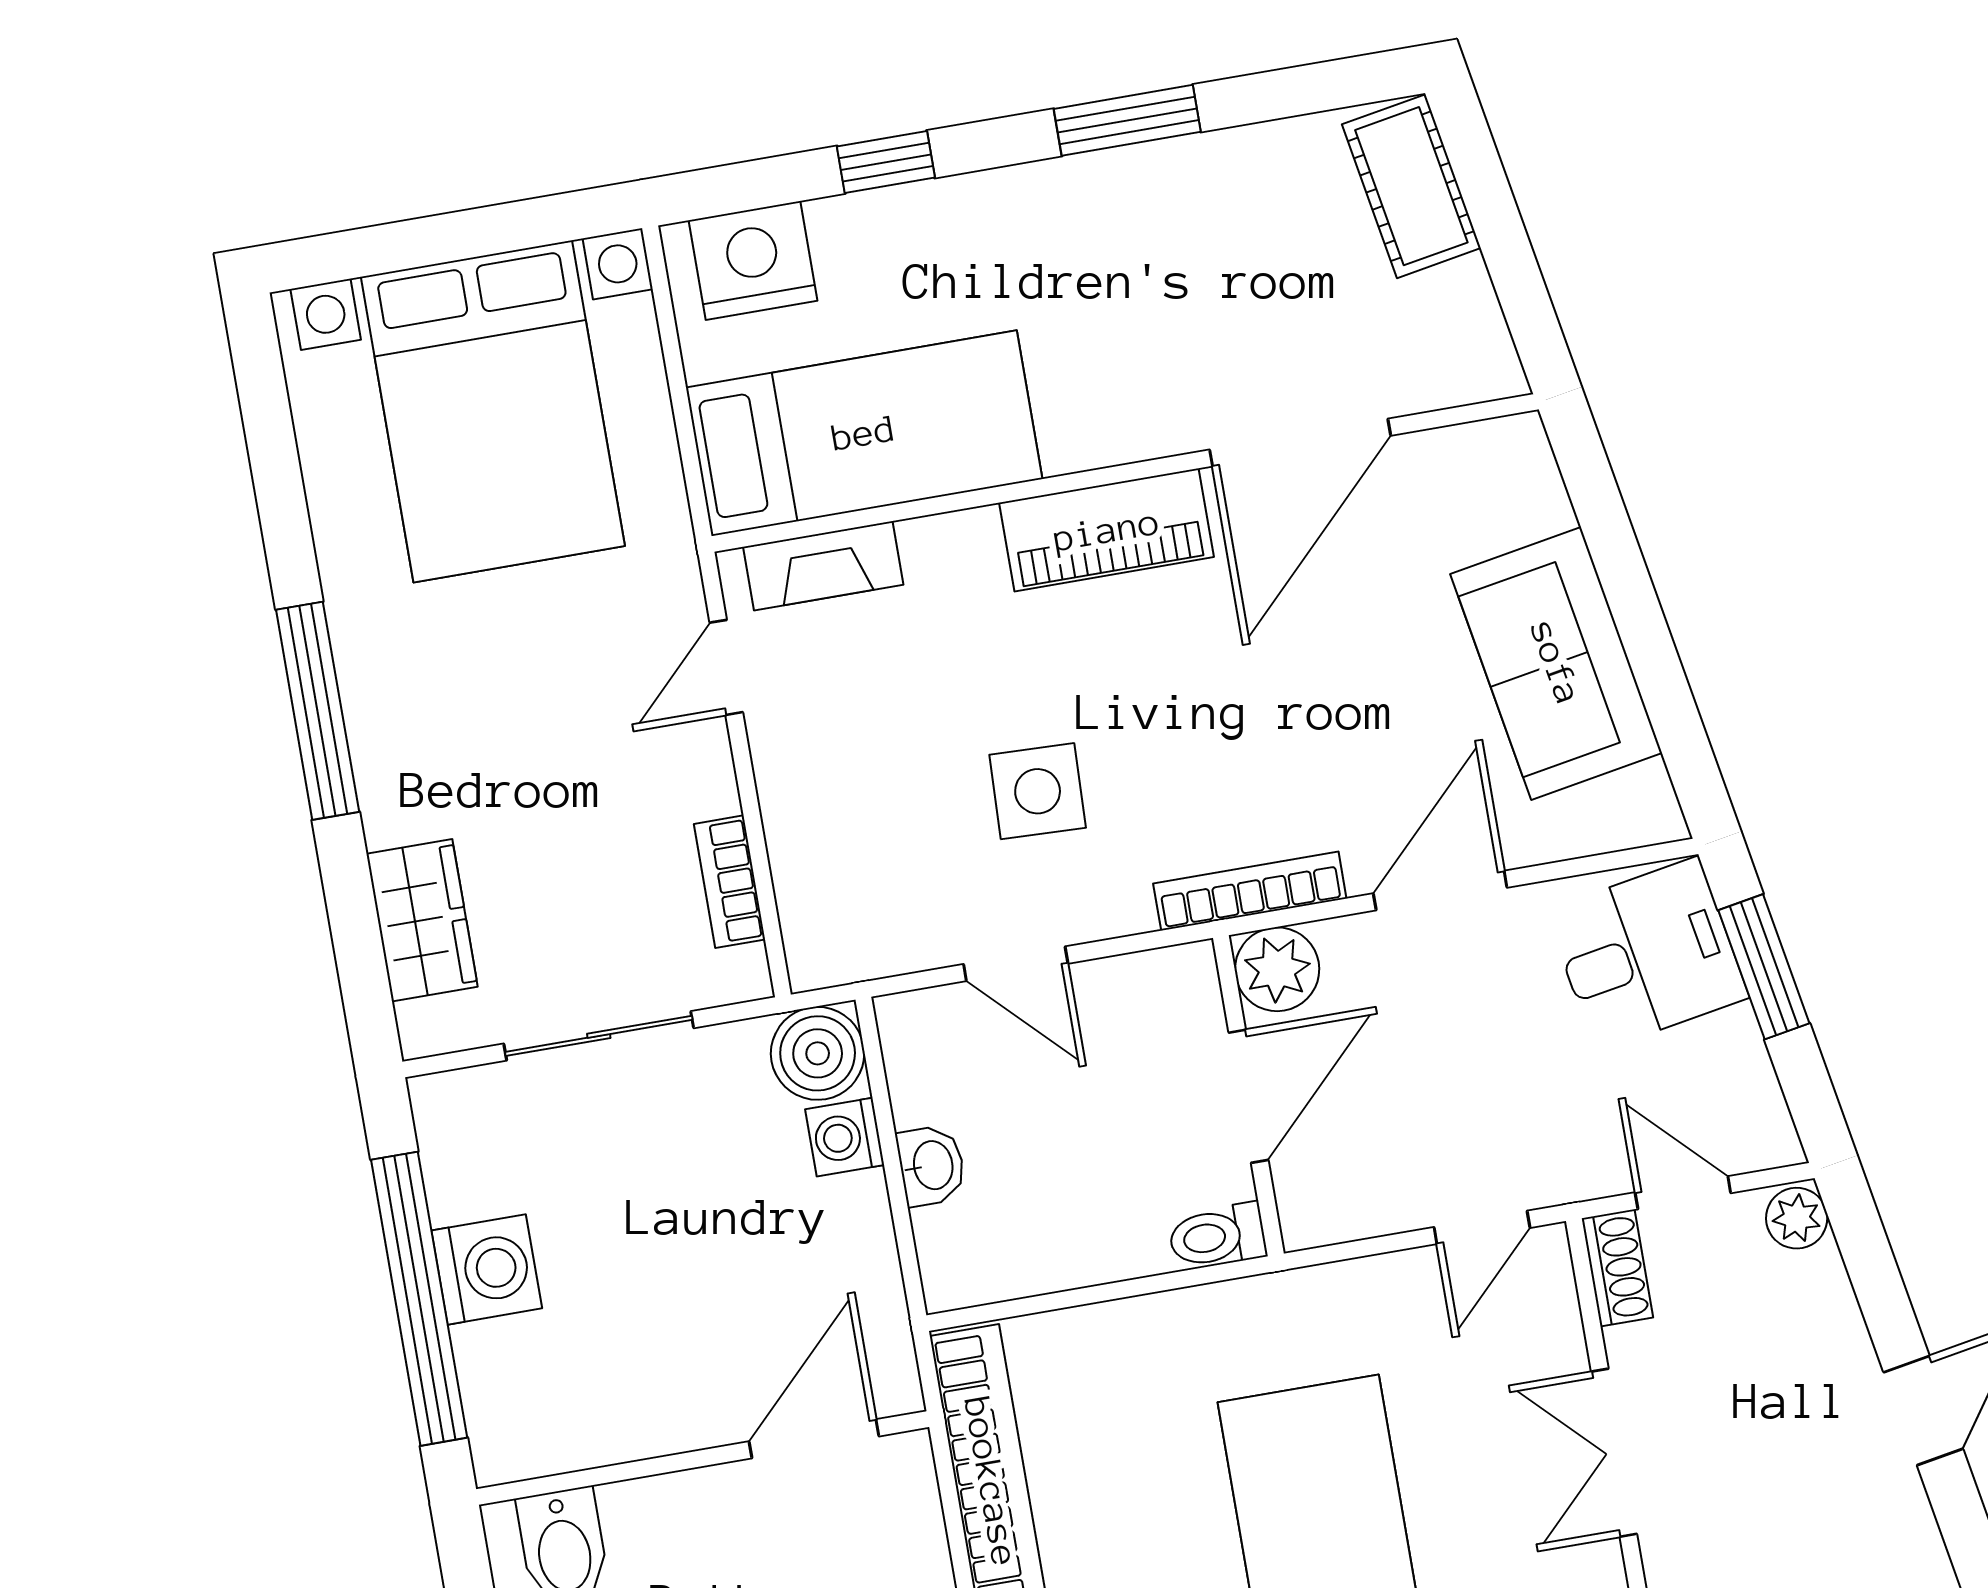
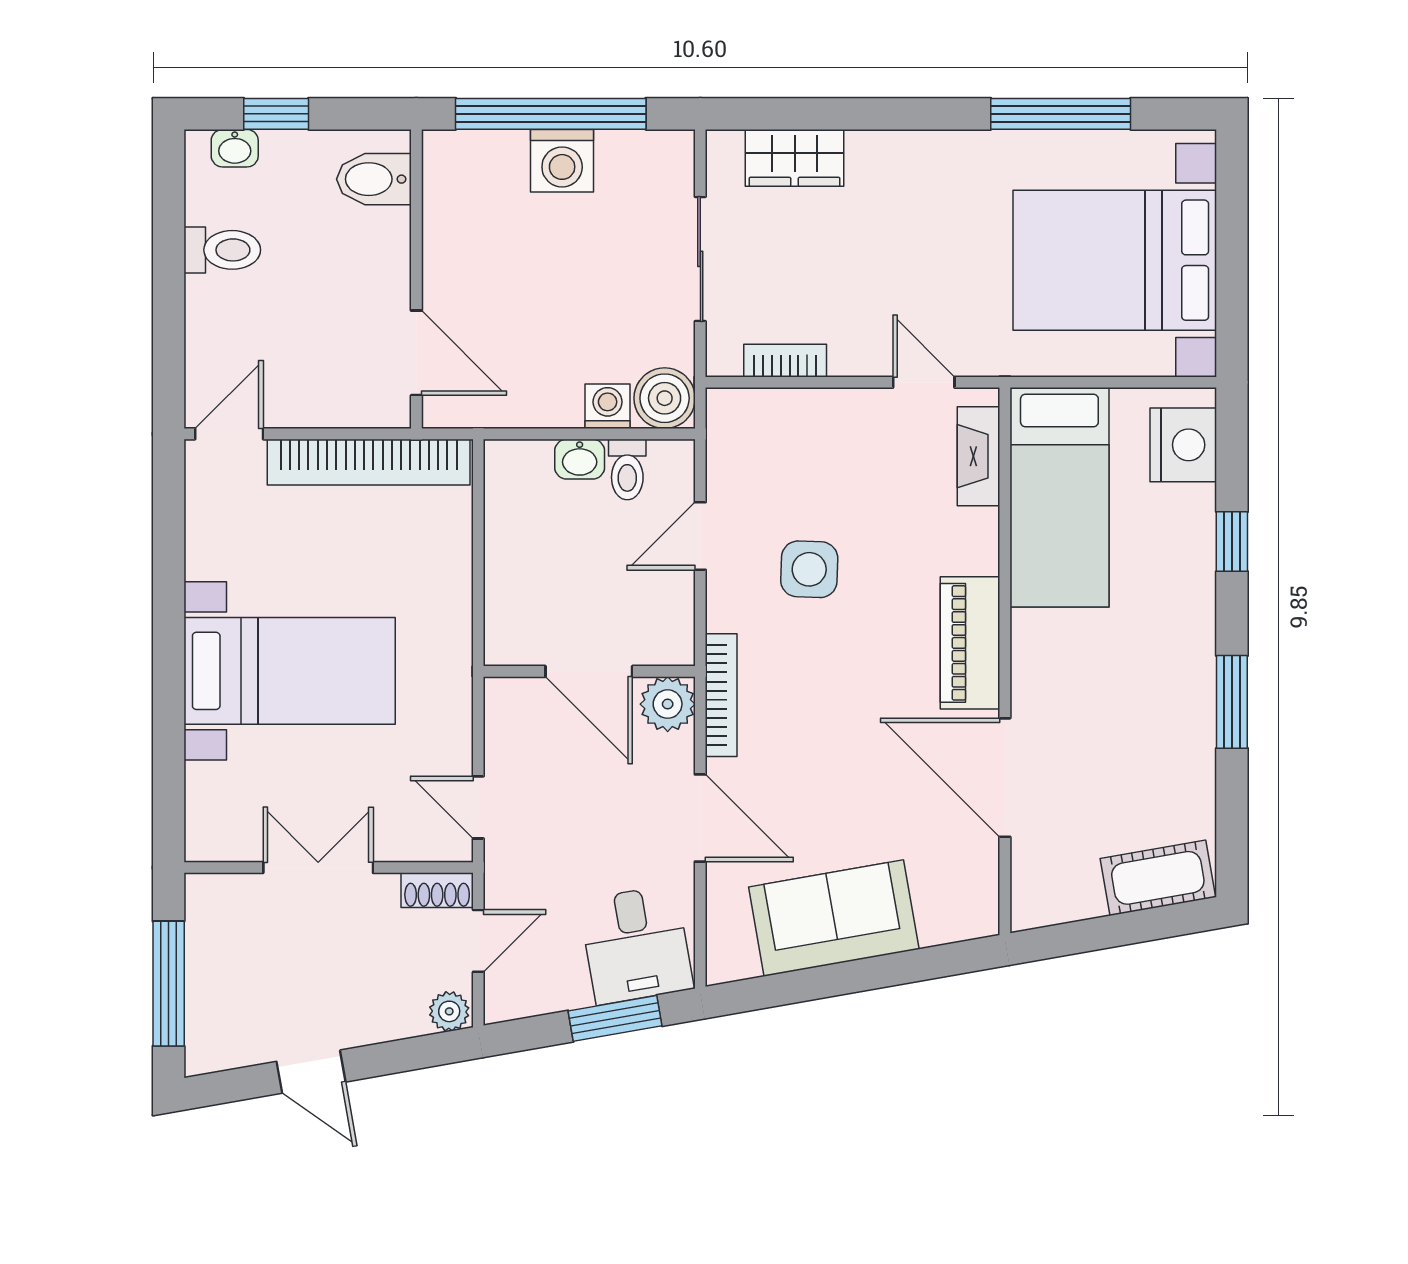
window: (318, 711) -> (1061, 114), moved
toilet: (1217, 1236) -> (627, 469), moved, turned 180

